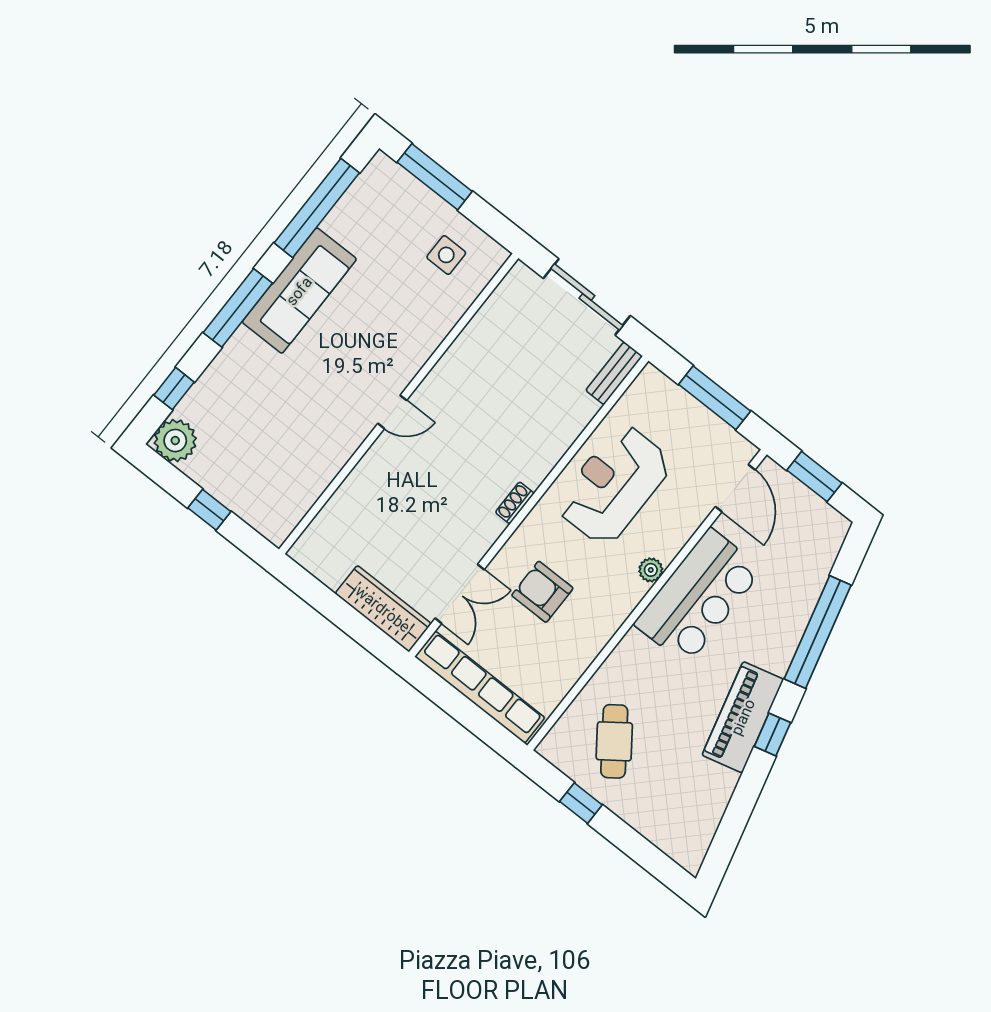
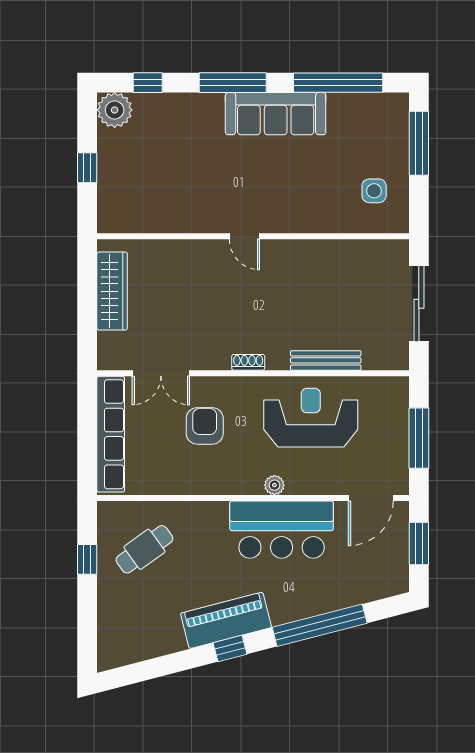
bench: (614, 373) -> (326, 360), moved, width x1.36
wardrobe: (383, 609) -> (112, 291), moved

